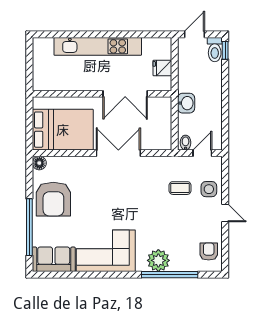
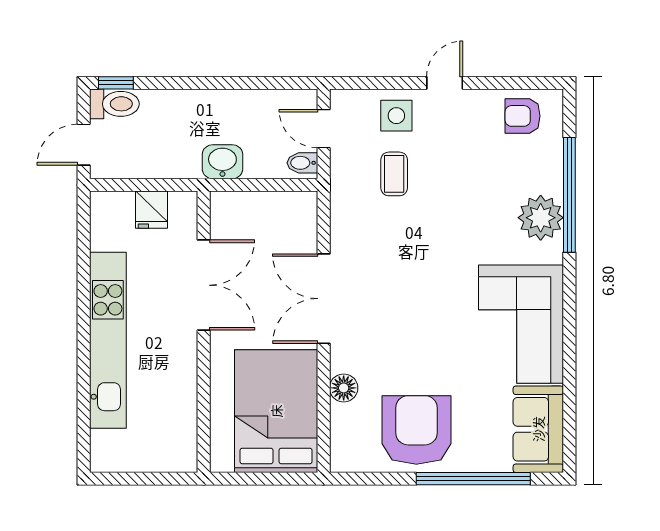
door: (194, 34) -> (84, 145), hinge flipped
floor lamp: (39, 163) -> (344, 388), moved
armchair: (53, 199) -> (416, 430), turned -90

